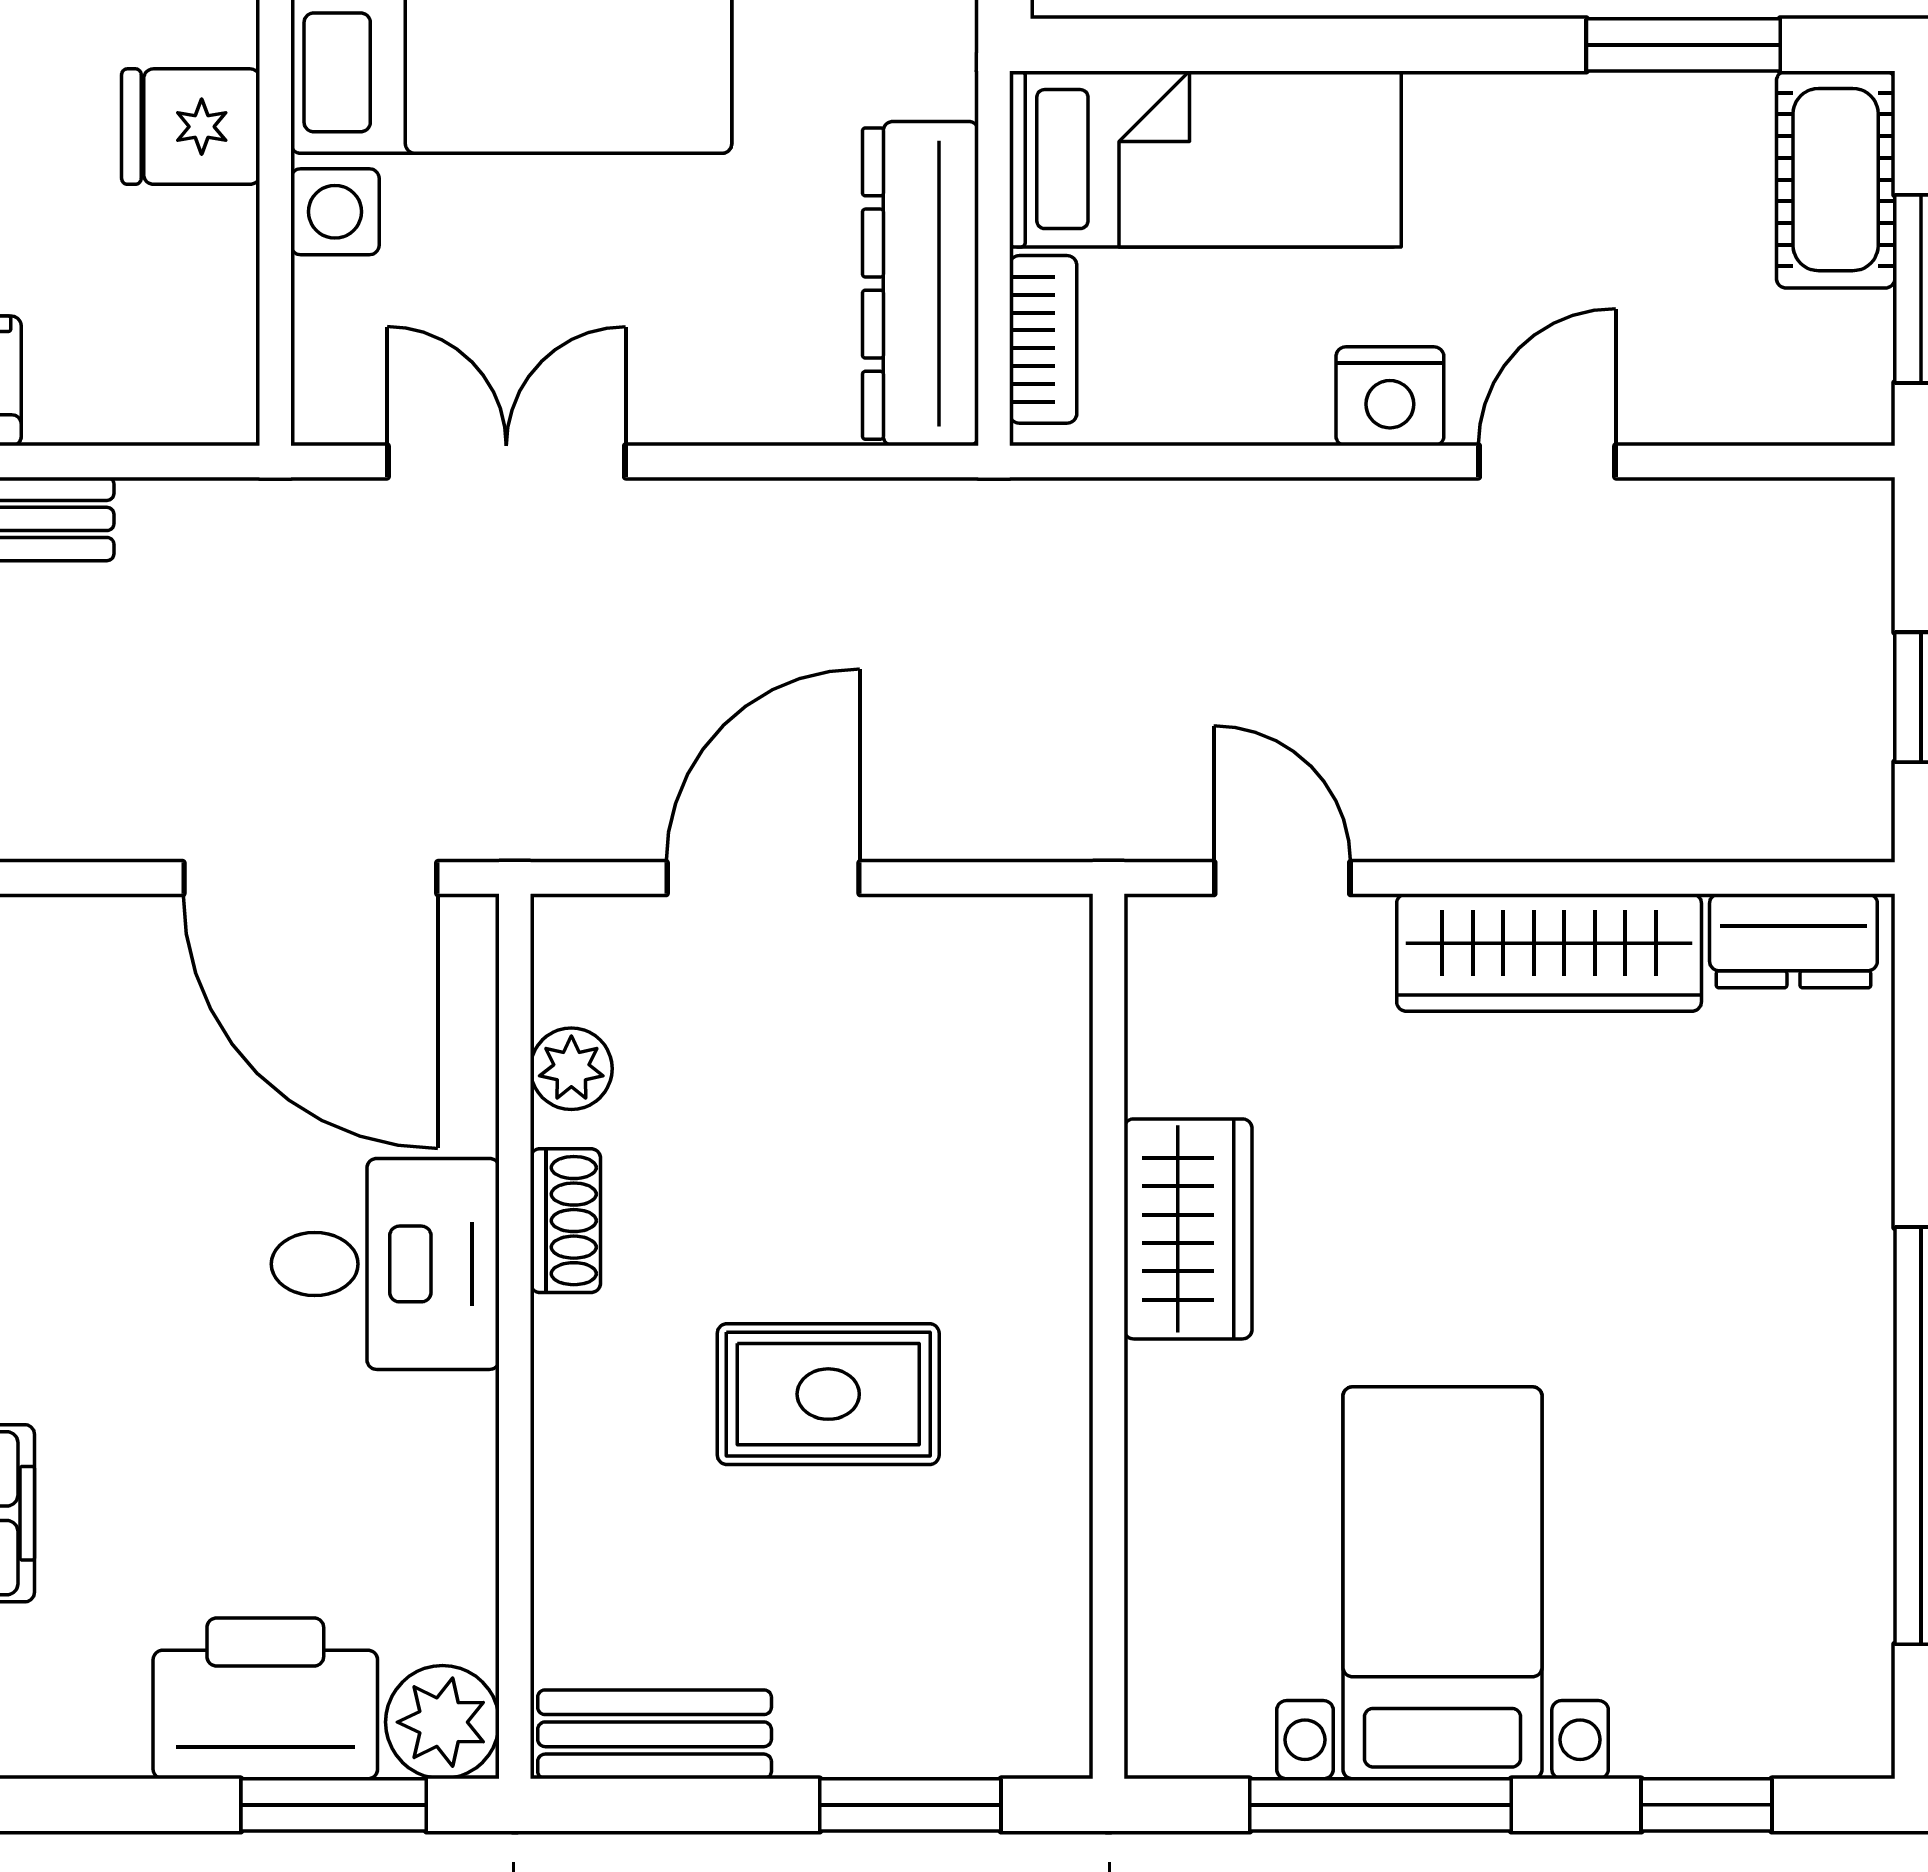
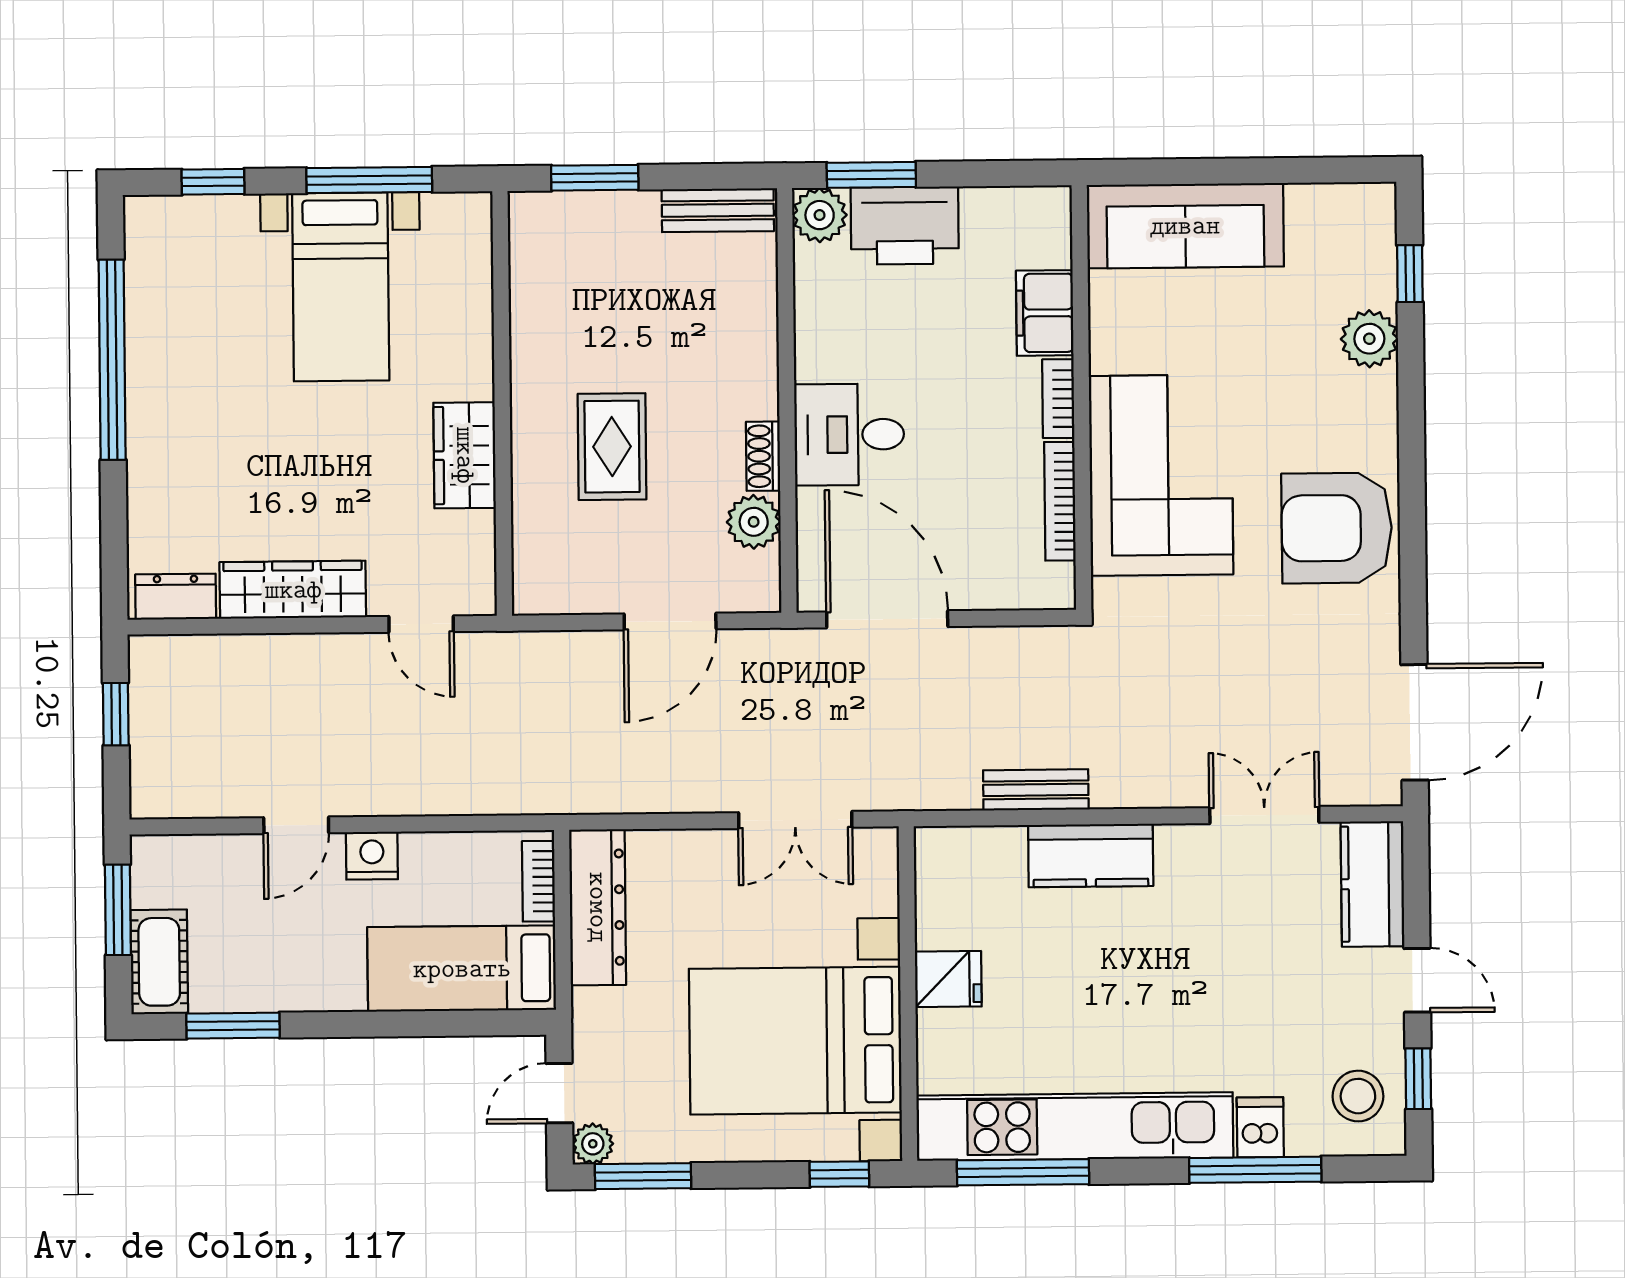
plant: (571, 1069) -> (754, 522), width x1.38, depth x1.38
rug: (828, 1394) -> (612, 447), moved, turned 90

